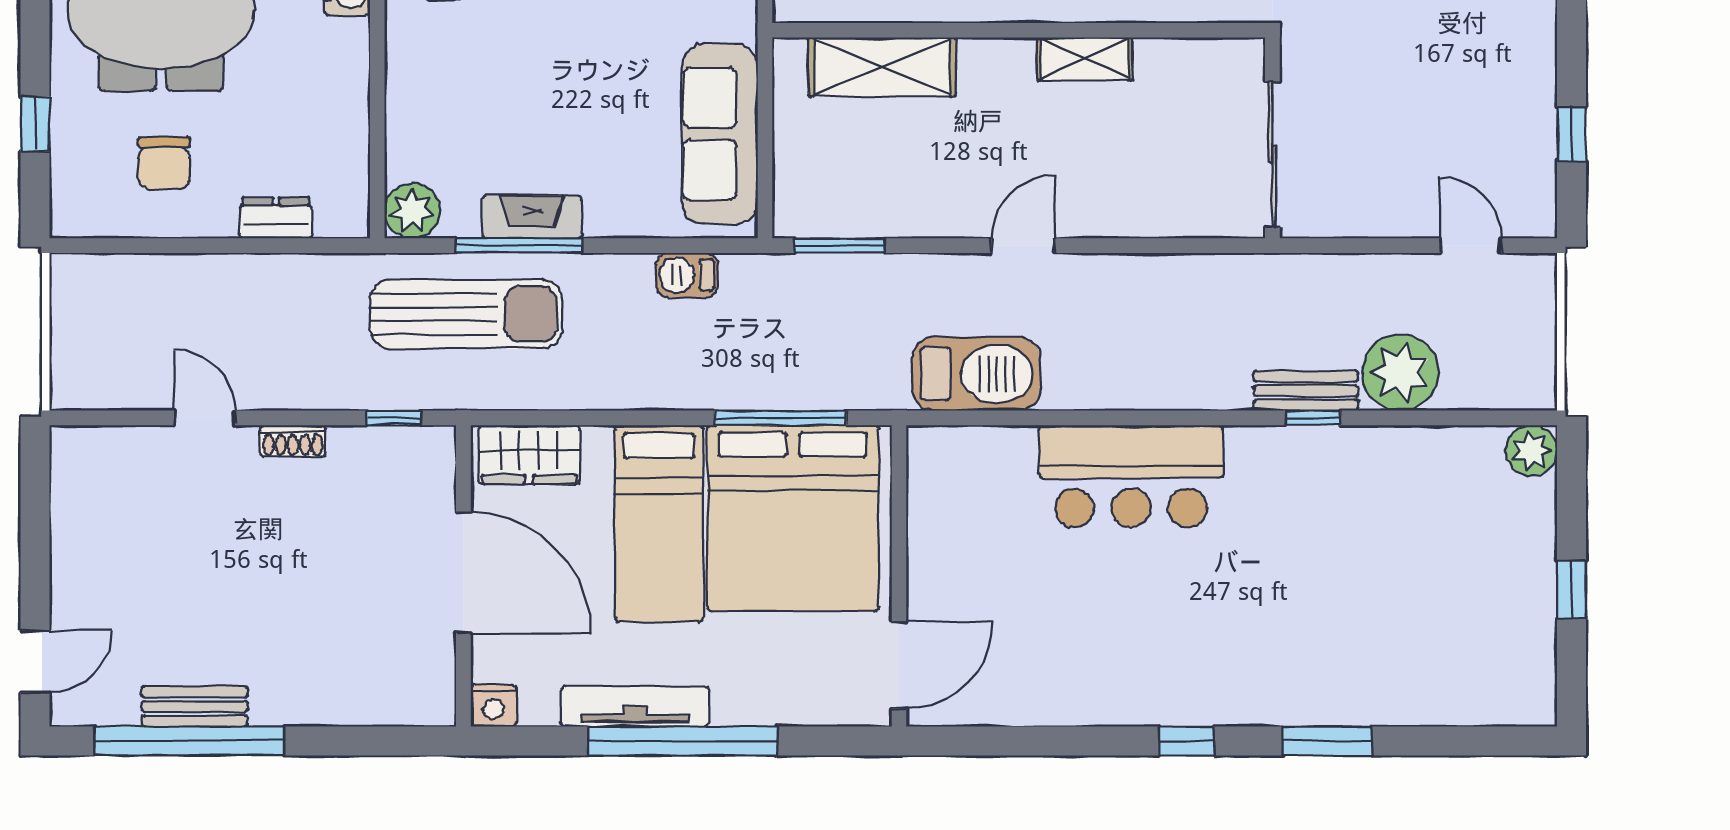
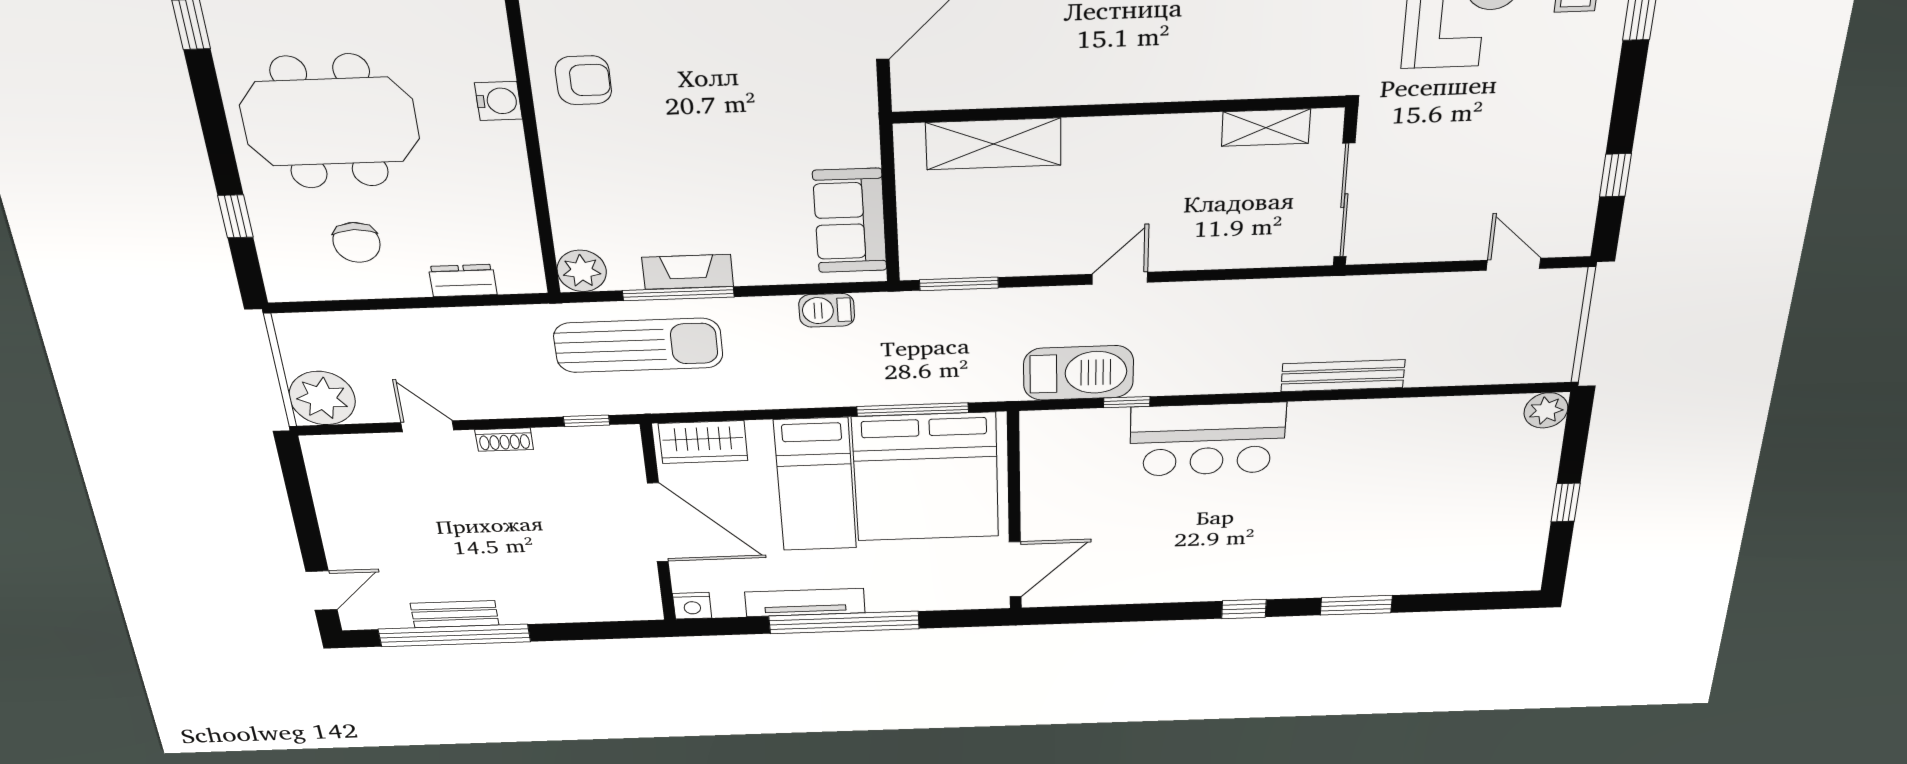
shelving: (1085, 59) -> (1266, 128), moved
sofa: (720, 134) -> (850, 221), width x0.73
plant: (1400, 372) -> (322, 398), moved
bench: (1306, 391) -> (1343, 376), width x1.36
window: (1313, 418) -> (1127, 402), moved

